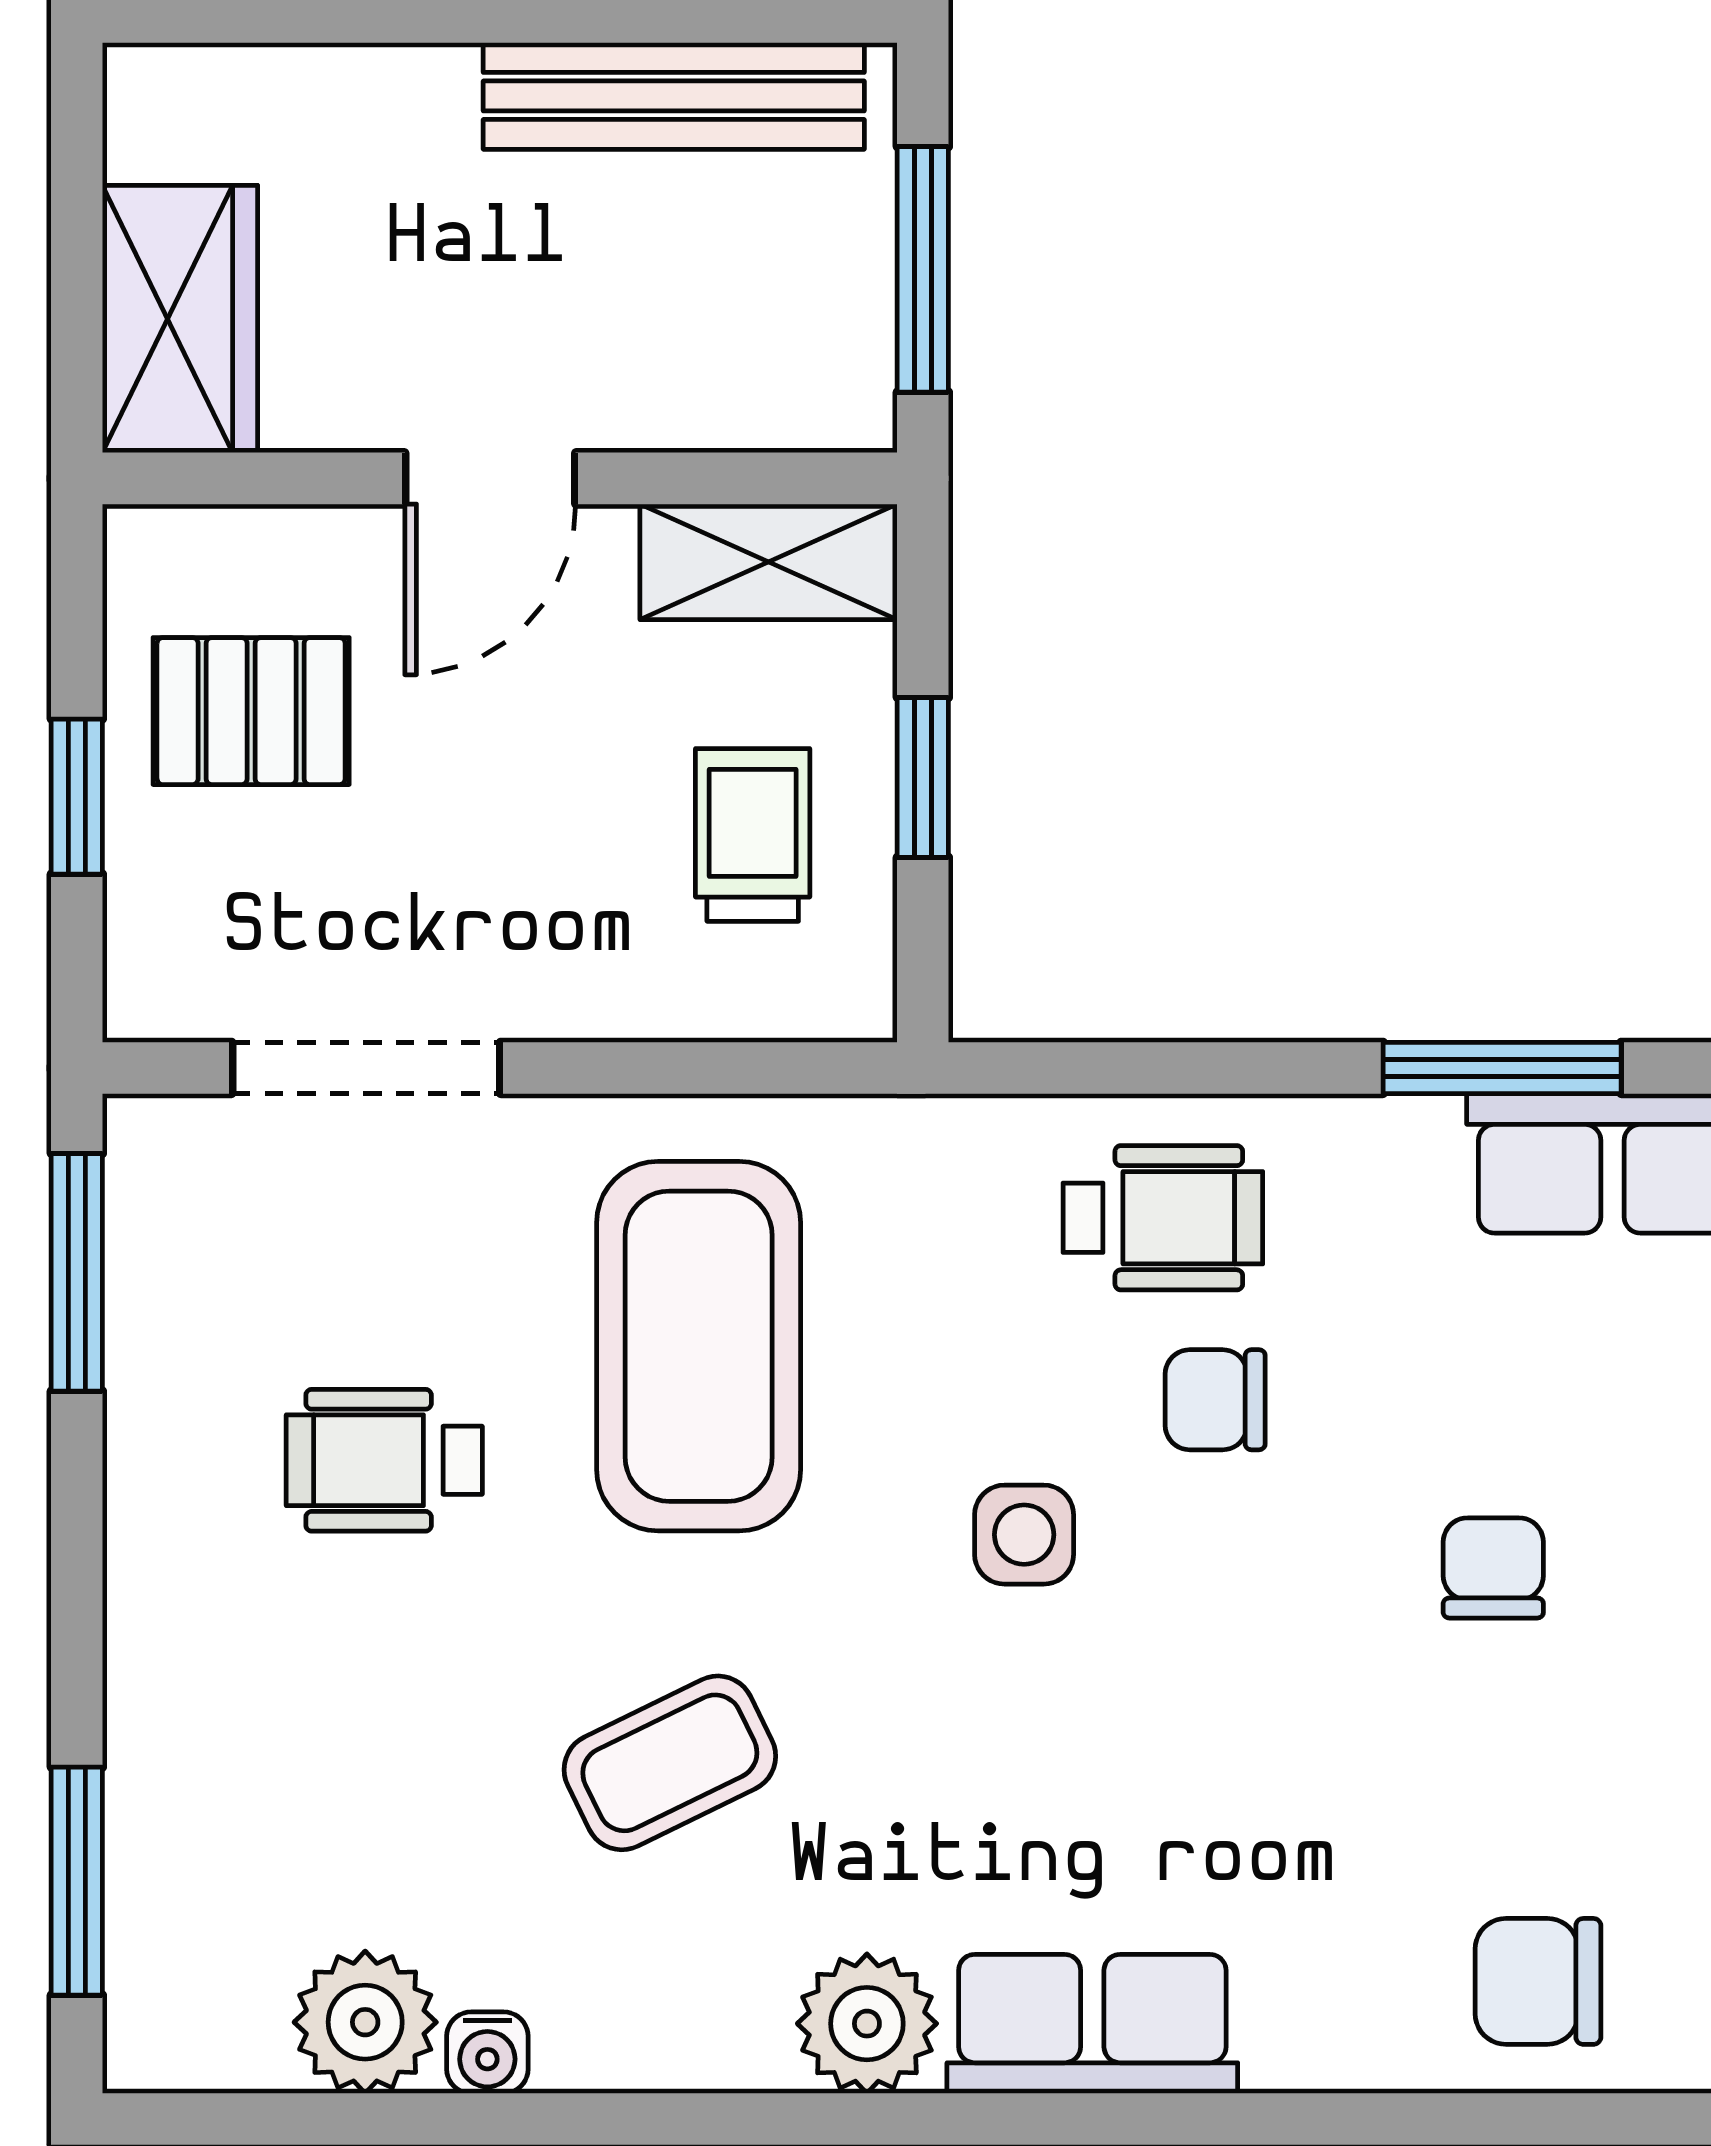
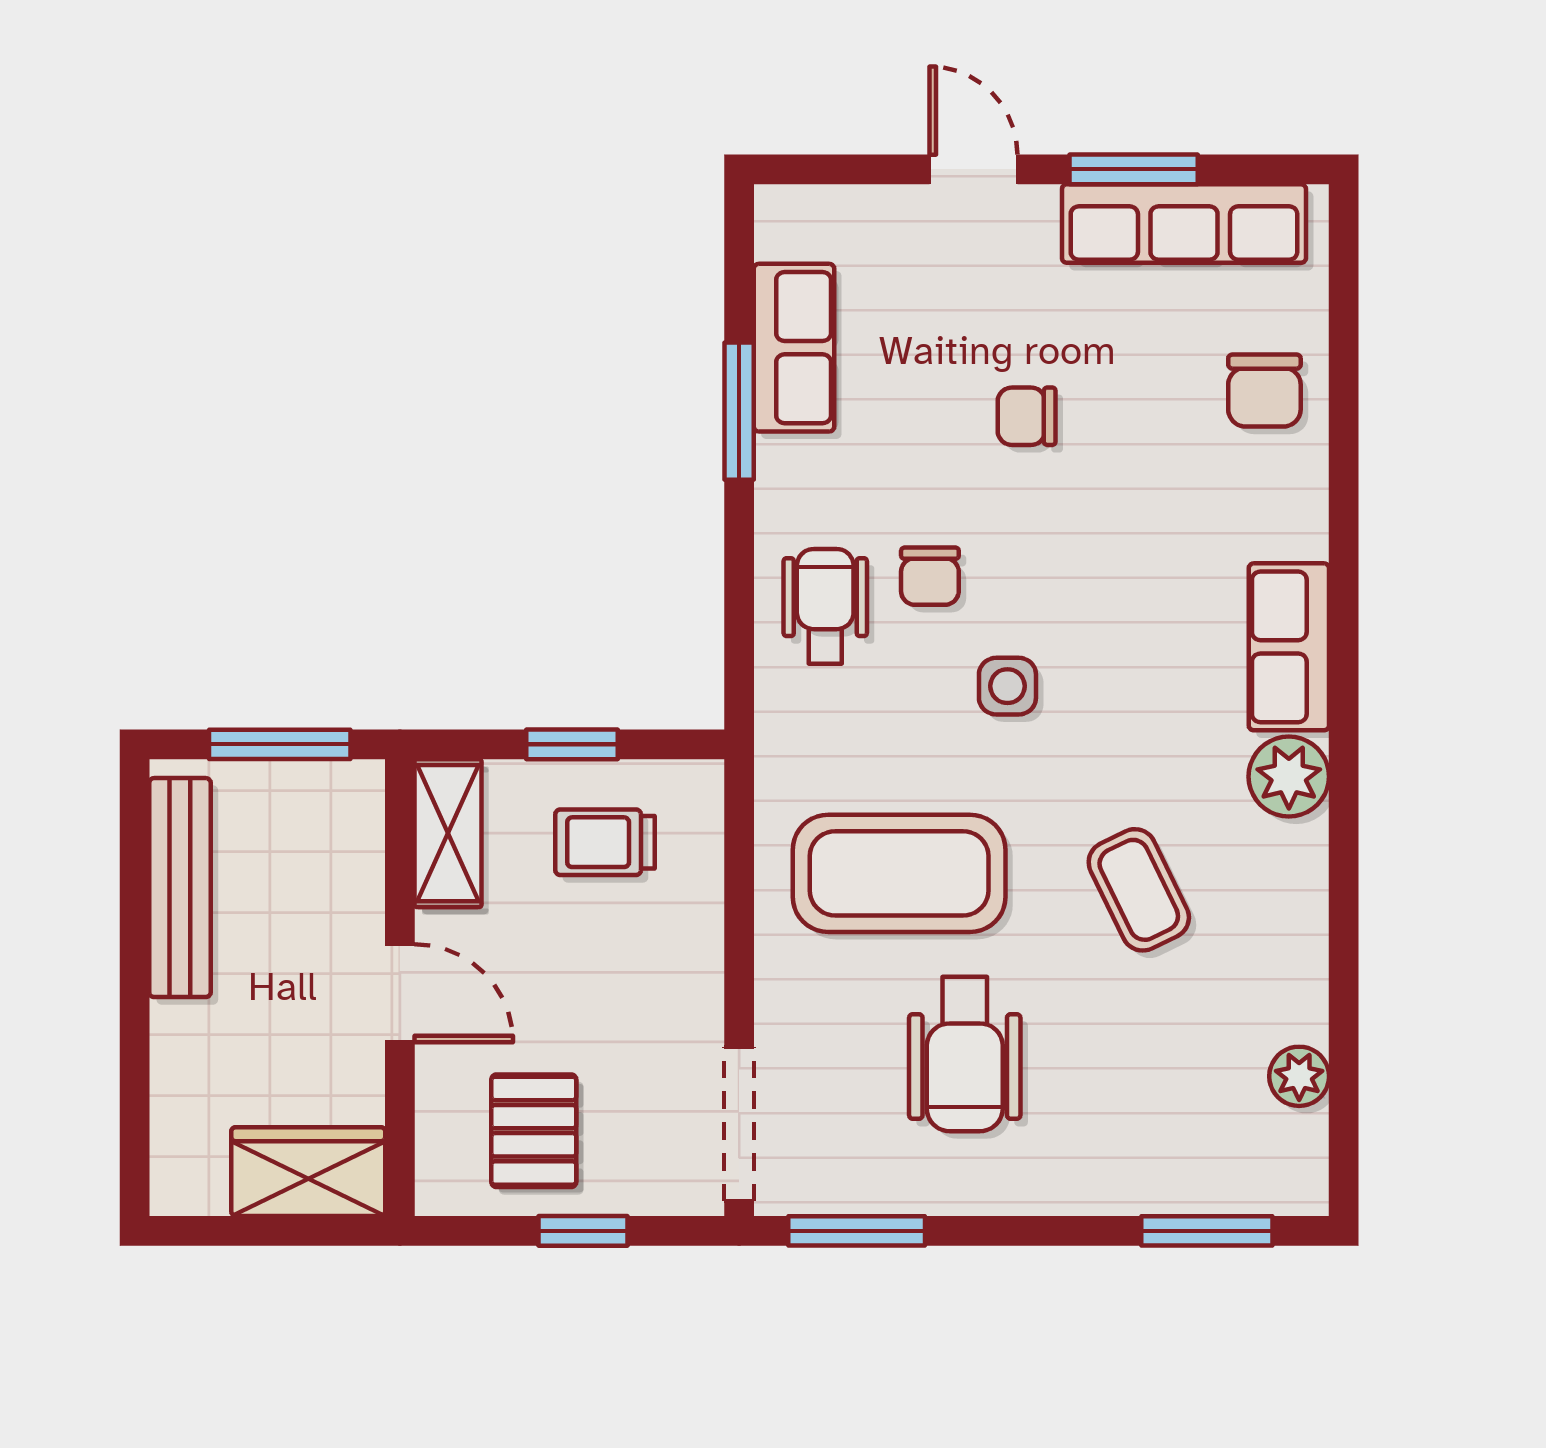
doorway: (366, 1068) -> (739, 1124), moved
wheelchair: (384, 1460) -> (965, 1054), width x1.36, depth x1.37
plant: (365, 2022) -> (1299, 1076), width x0.73, depth x0.73
water cooler: (487, 2053) -> (1305, 995), removed

